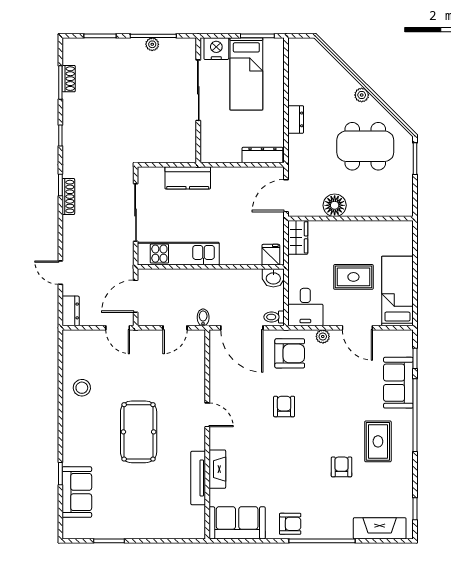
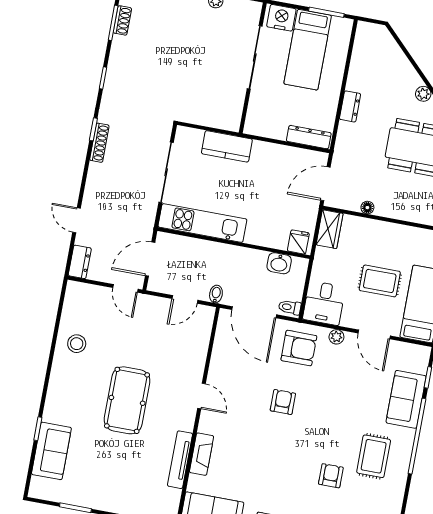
floor lamp: (335, 205) -> (367, 208), width x0.53, depth x0.53
washbasin: (273, 278) -> (279, 263), moved

